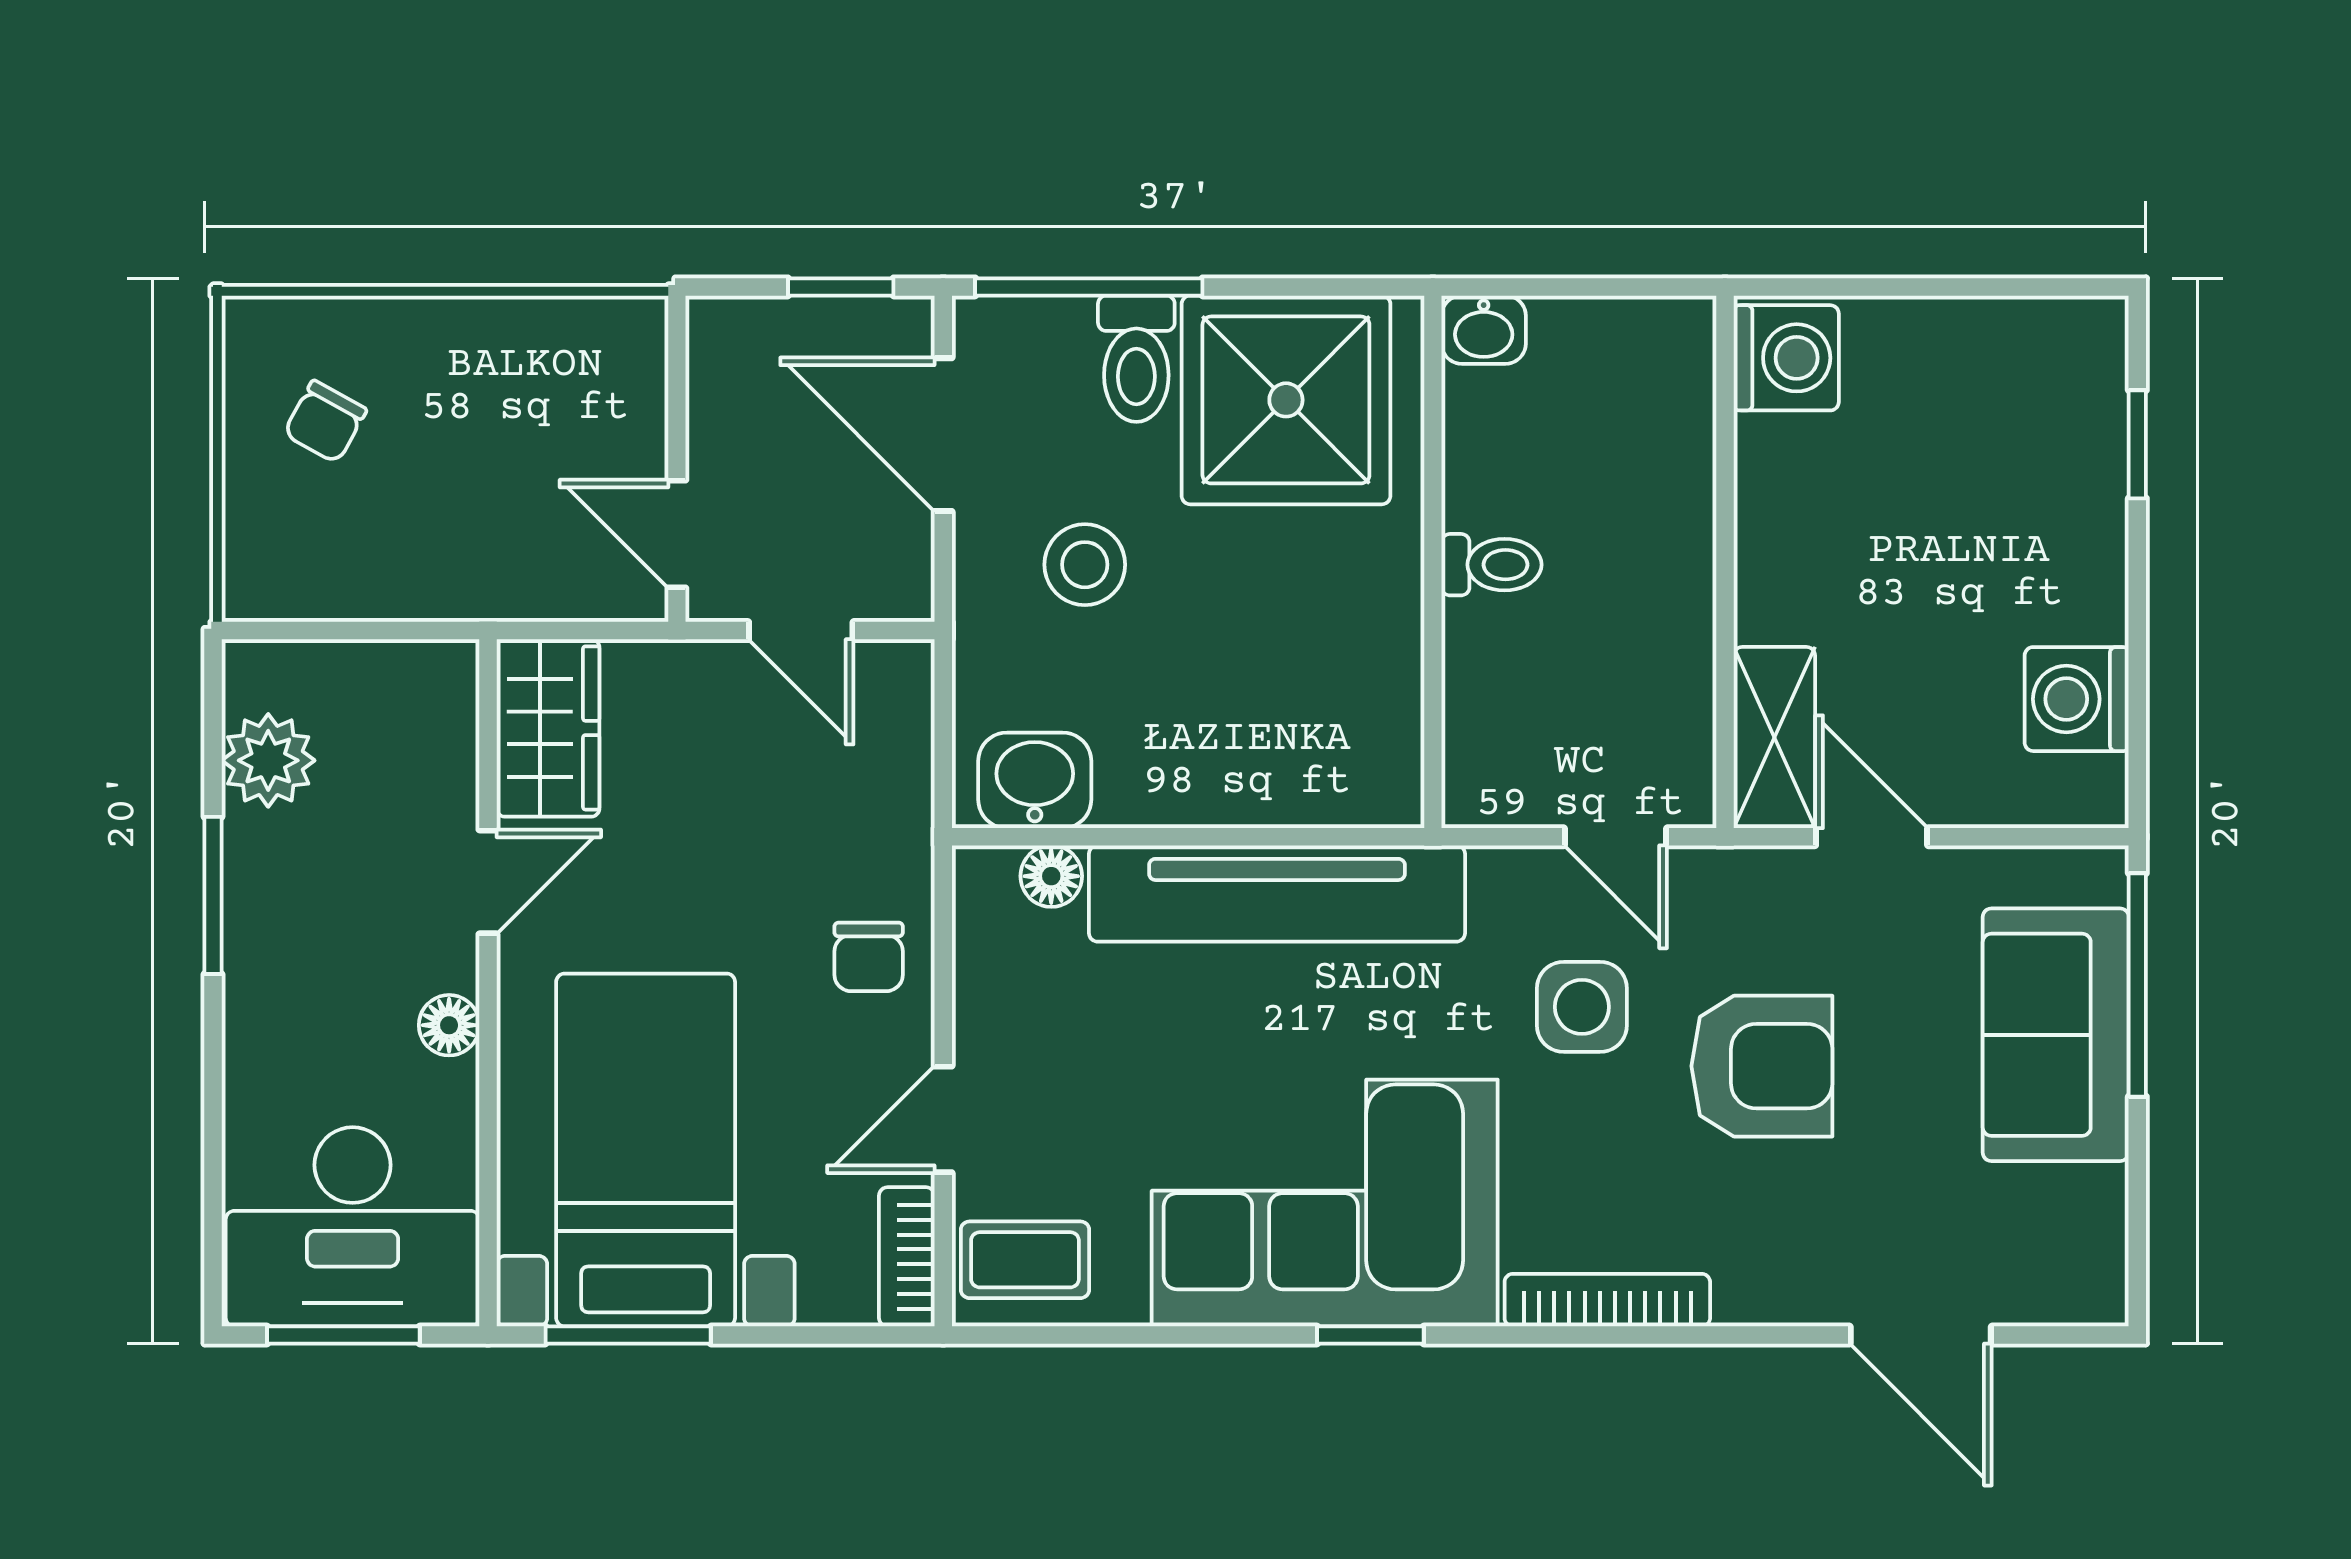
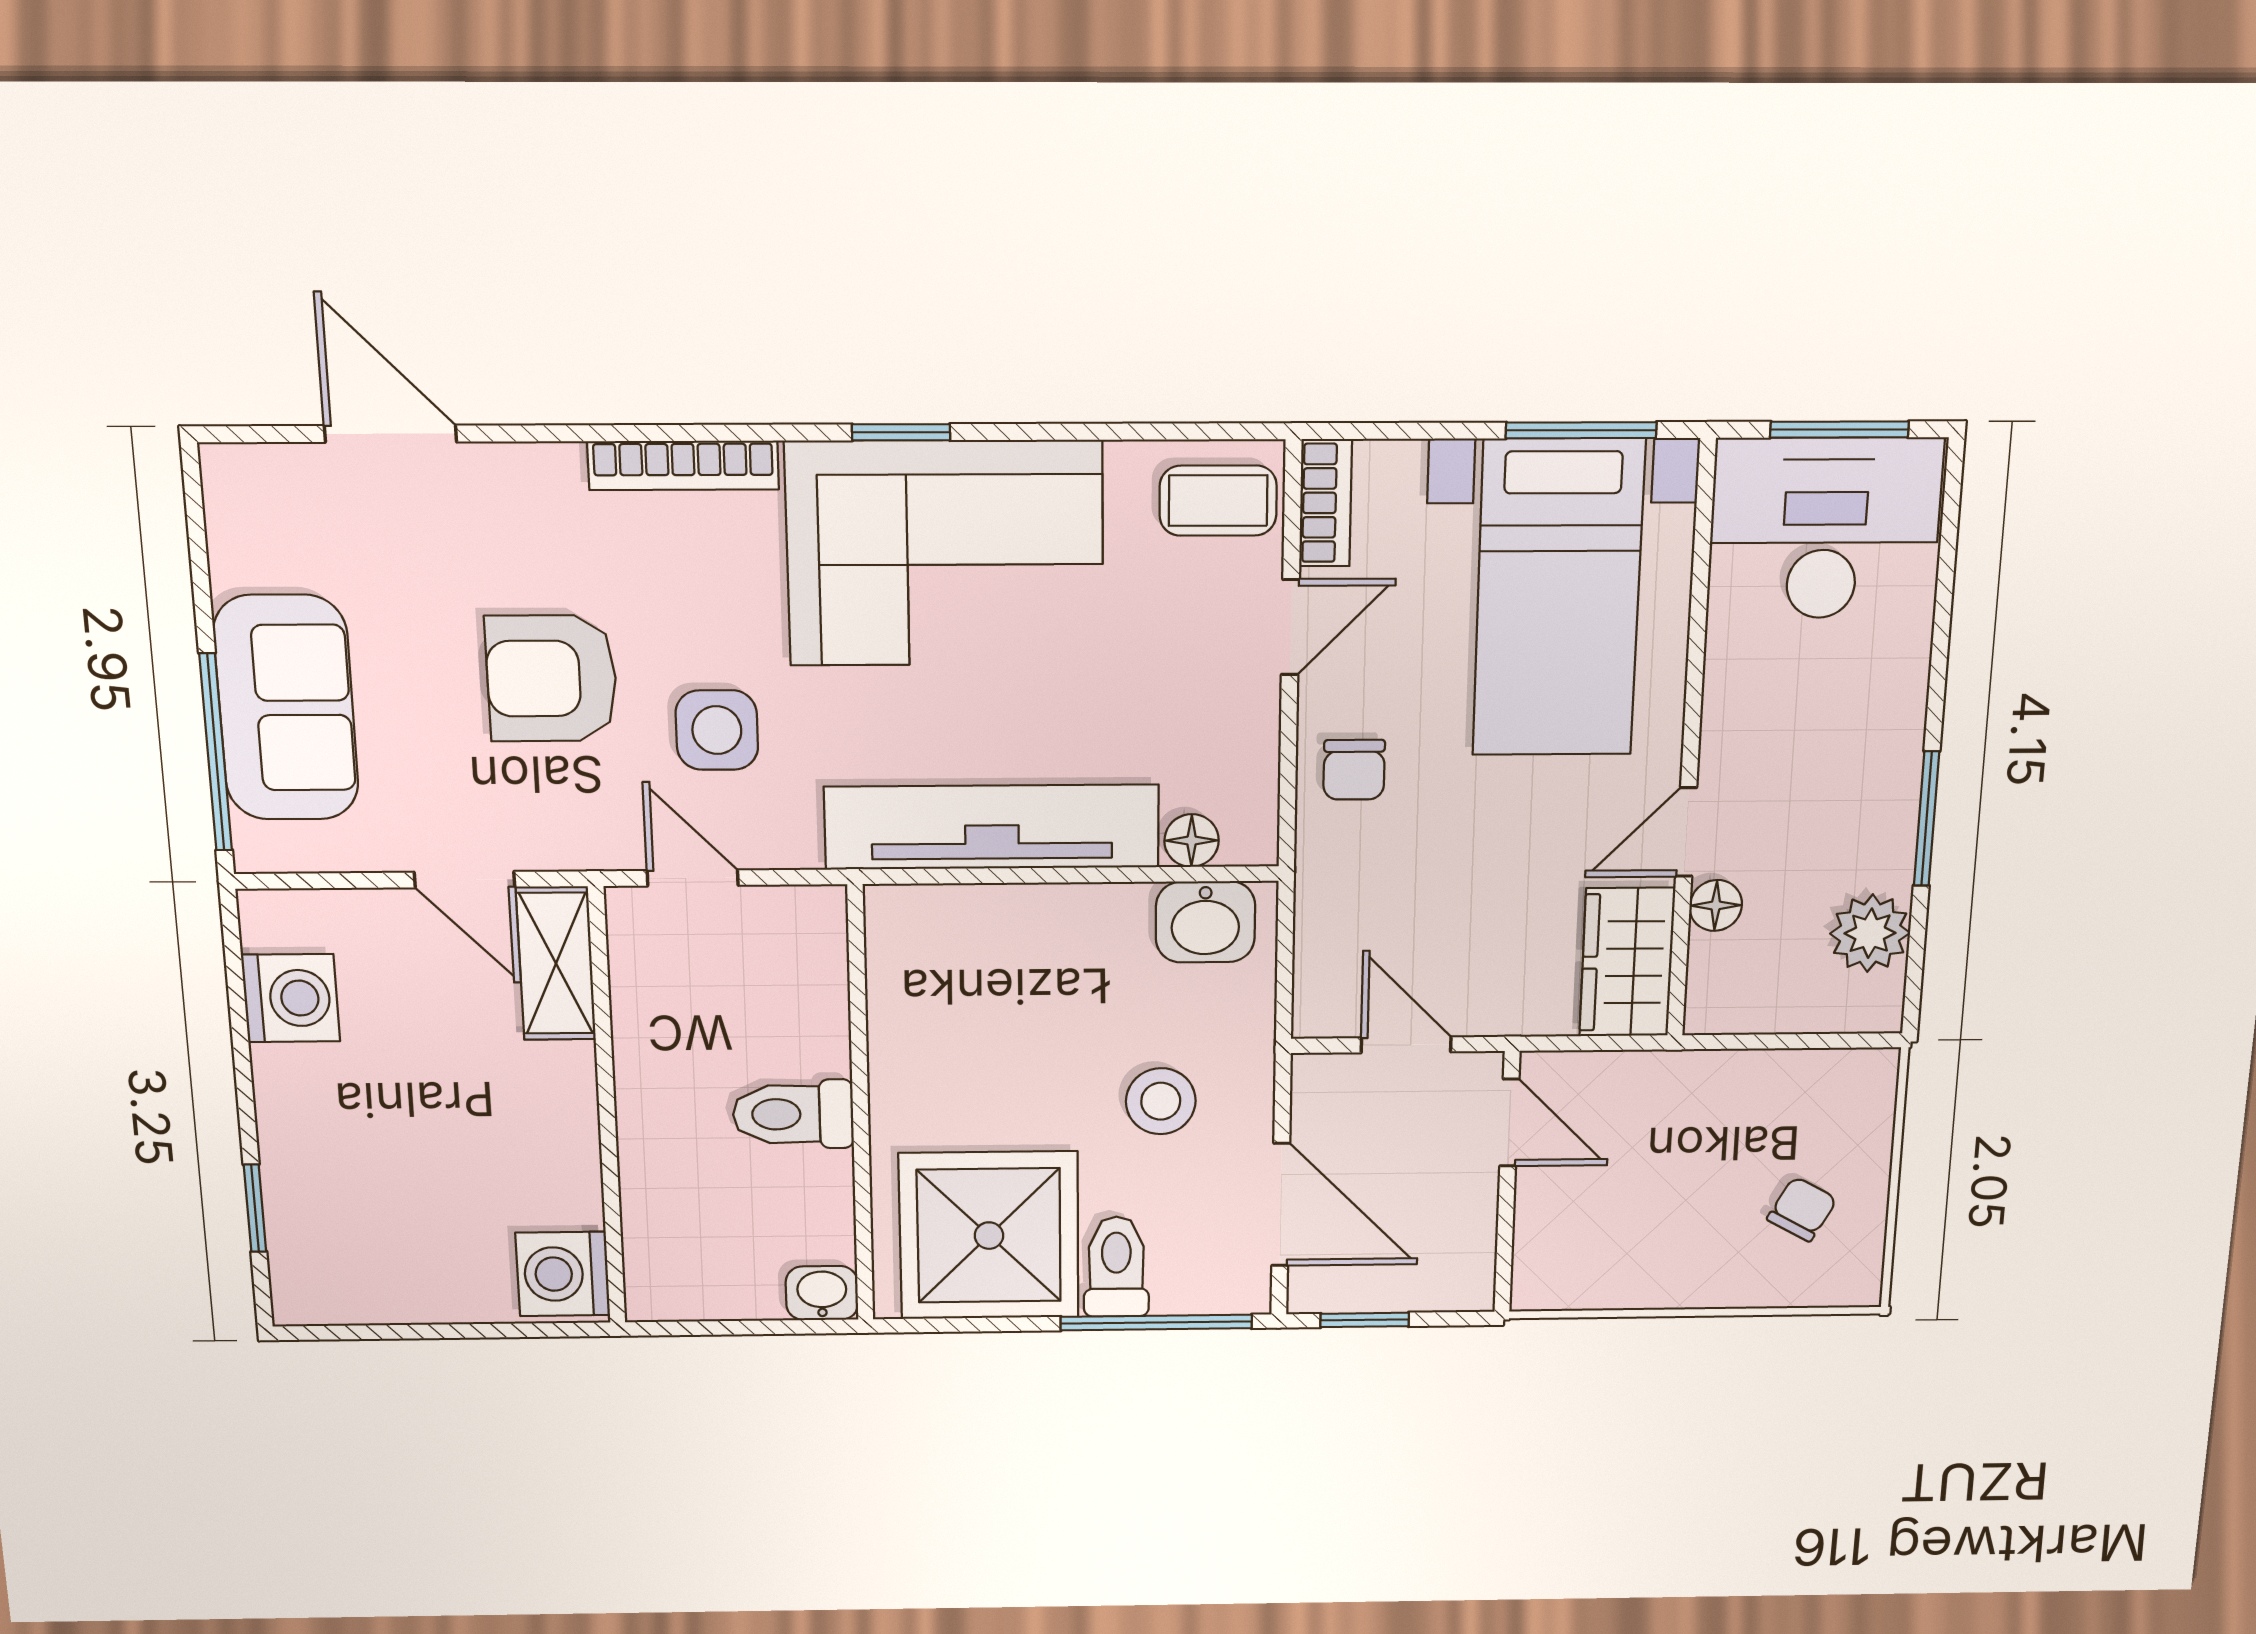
toilet: (1491, 565) -> (793, 1114), width x1.37, depth x1.39
chair: (869, 957) -> (1354, 770), turned 180
floor lamp: (449, 1025) -> (1716, 905), moved

